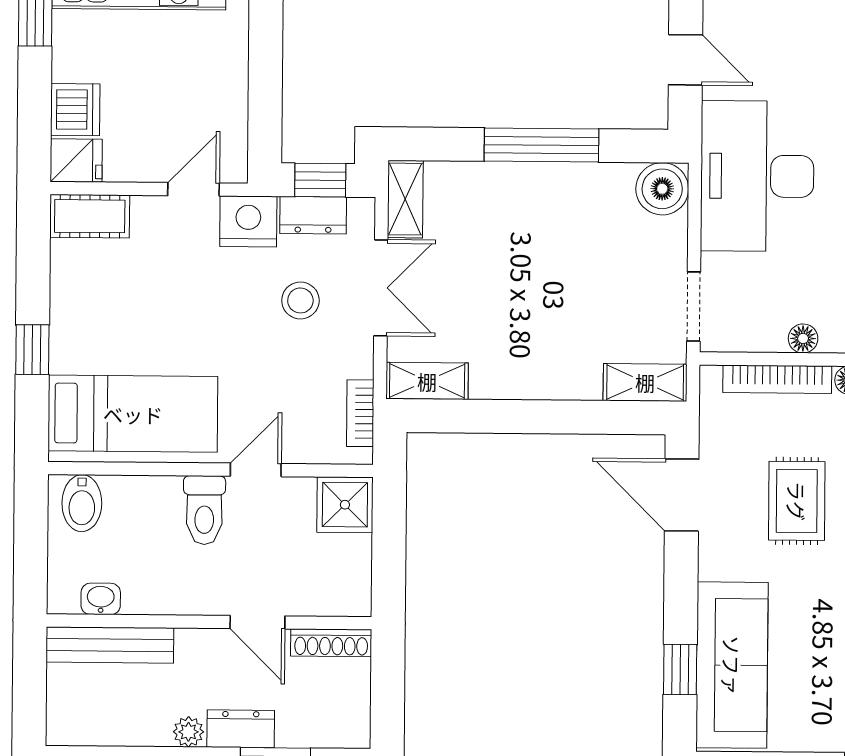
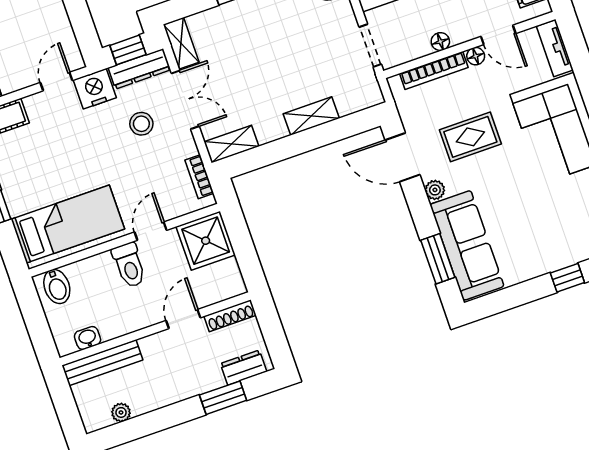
dresser: (313, 215) -> (139, 69), width x1.44
shelving: (645, 382) -> (311, 116), moved
rug: (797, 501) -> (470, 137), turned 90
shower: (345, 505) -> (206, 241), width x1.36, depth x1.36
plant: (713, 563) -> (435, 190), added
door: (257, 622) -> (183, 319), swing flipped
window: (680, 670) -> (438, 259), width x1.50
dresser: (241, 729) -> (243, 368), moved
plant: (188, 732) -> (121, 412), moved

